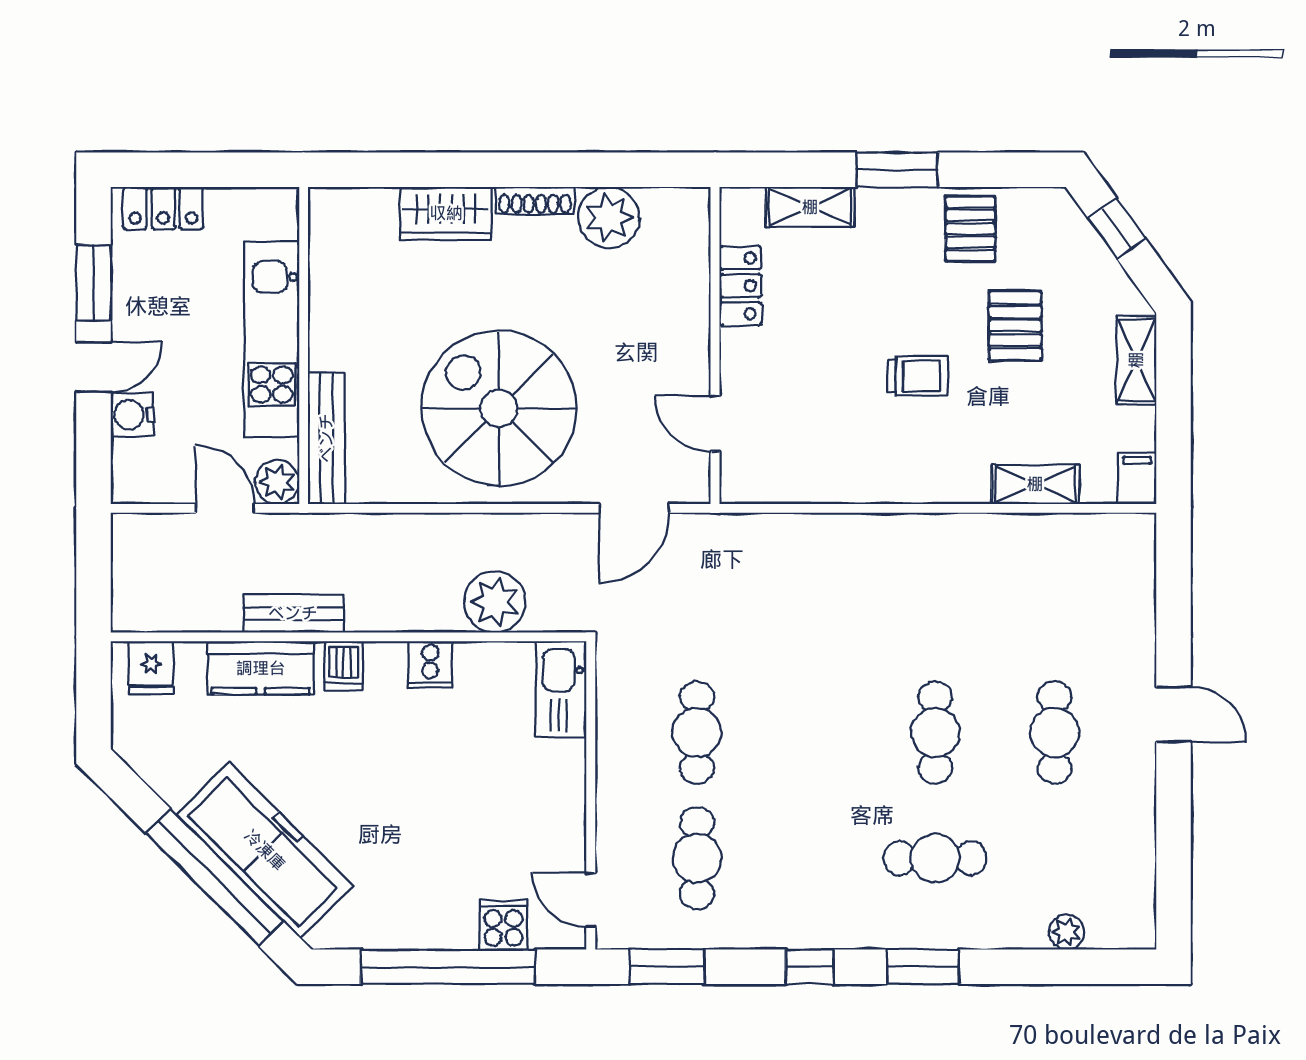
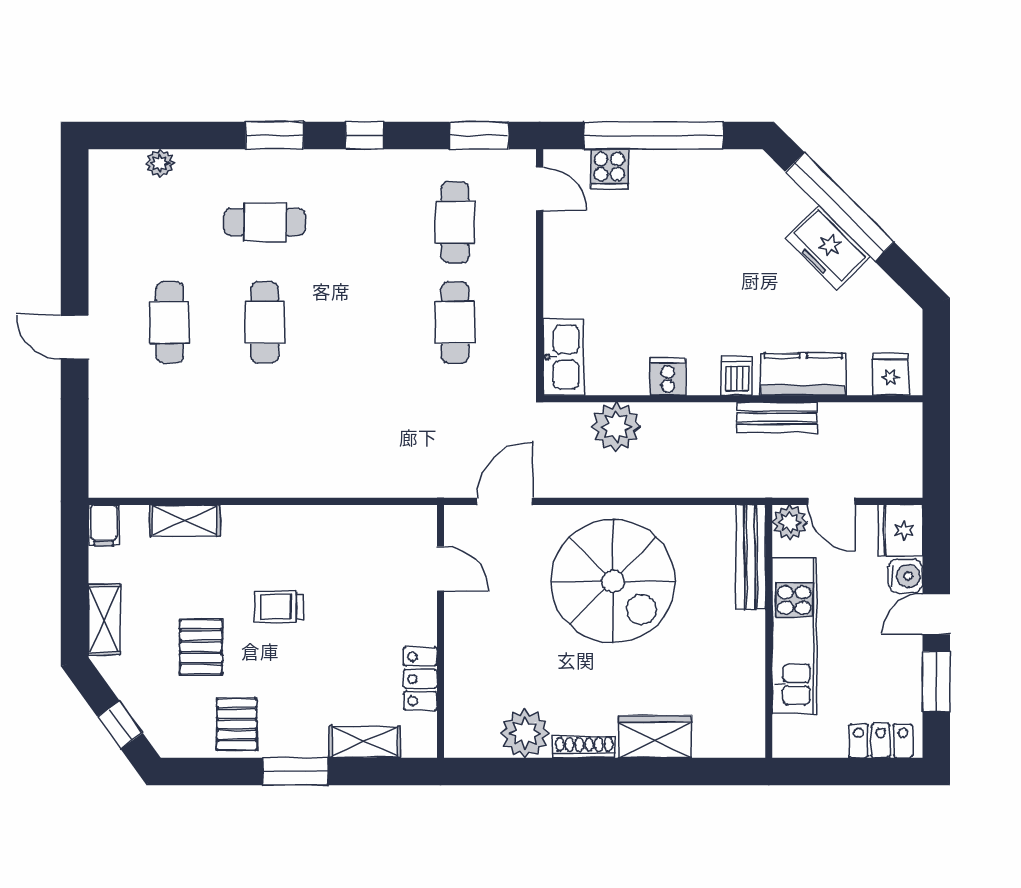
fridge: (138, 472) -> (900, 530), added
freezer: (265, 850) -> (828, 248), width x0.52, depth x0.79

